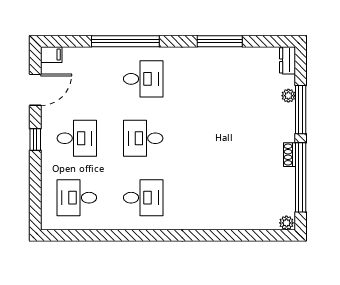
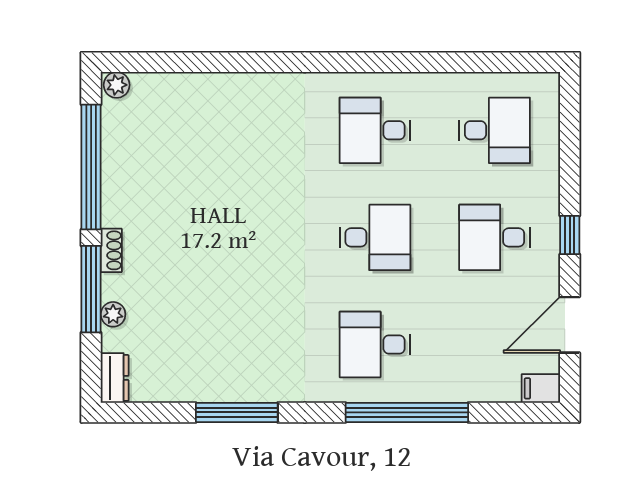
shoe rack: (289, 155) -> (111, 250), moved

